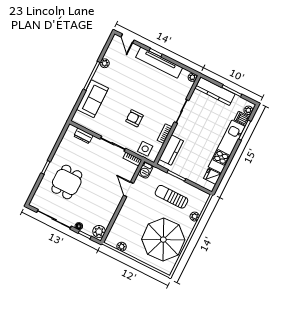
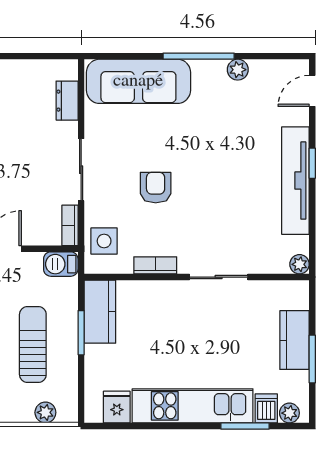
kitchen counter: (215, 91) -> (294, 340), width x0.67
sofa: (92, 99) -> (138, 81), width x1.36
kitchen counter: (171, 150) -> (100, 312), moved, turned -90
plant: (195, 217) -> (45, 412), moved

